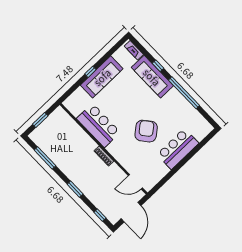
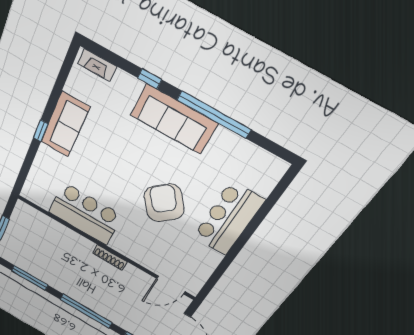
sofa: (102, 77) -> (65, 125), width x0.73
sofa: (152, 77) -> (174, 119), moved
window: (75, 189) -> (86, 311), width x2.11

